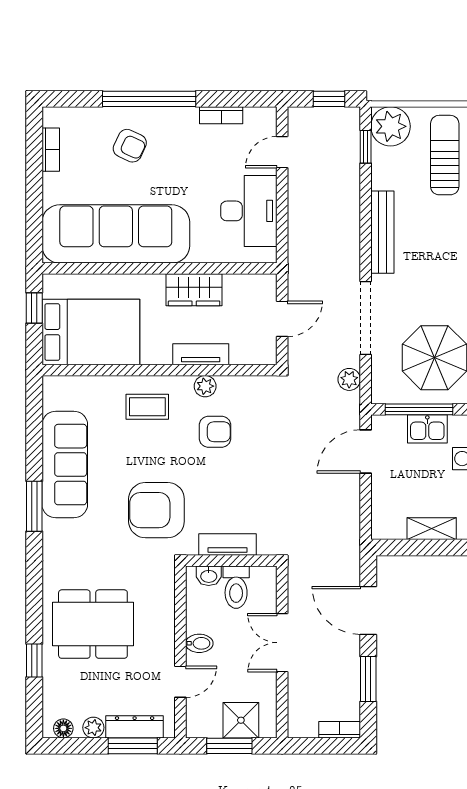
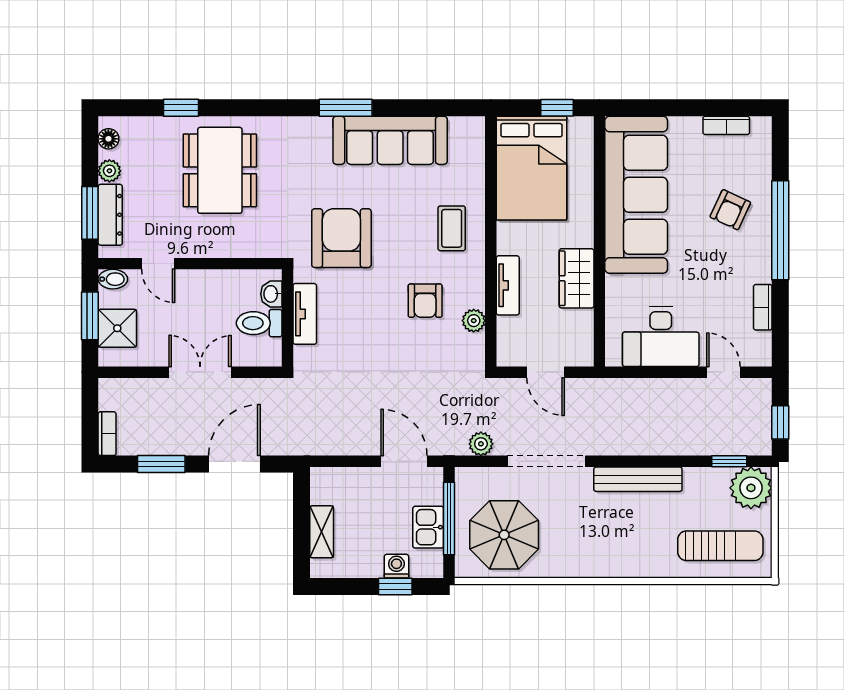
plant: (205, 386) -> (474, 321), moved
bidet: (199, 643) -> (113, 279), moved, turned -90

